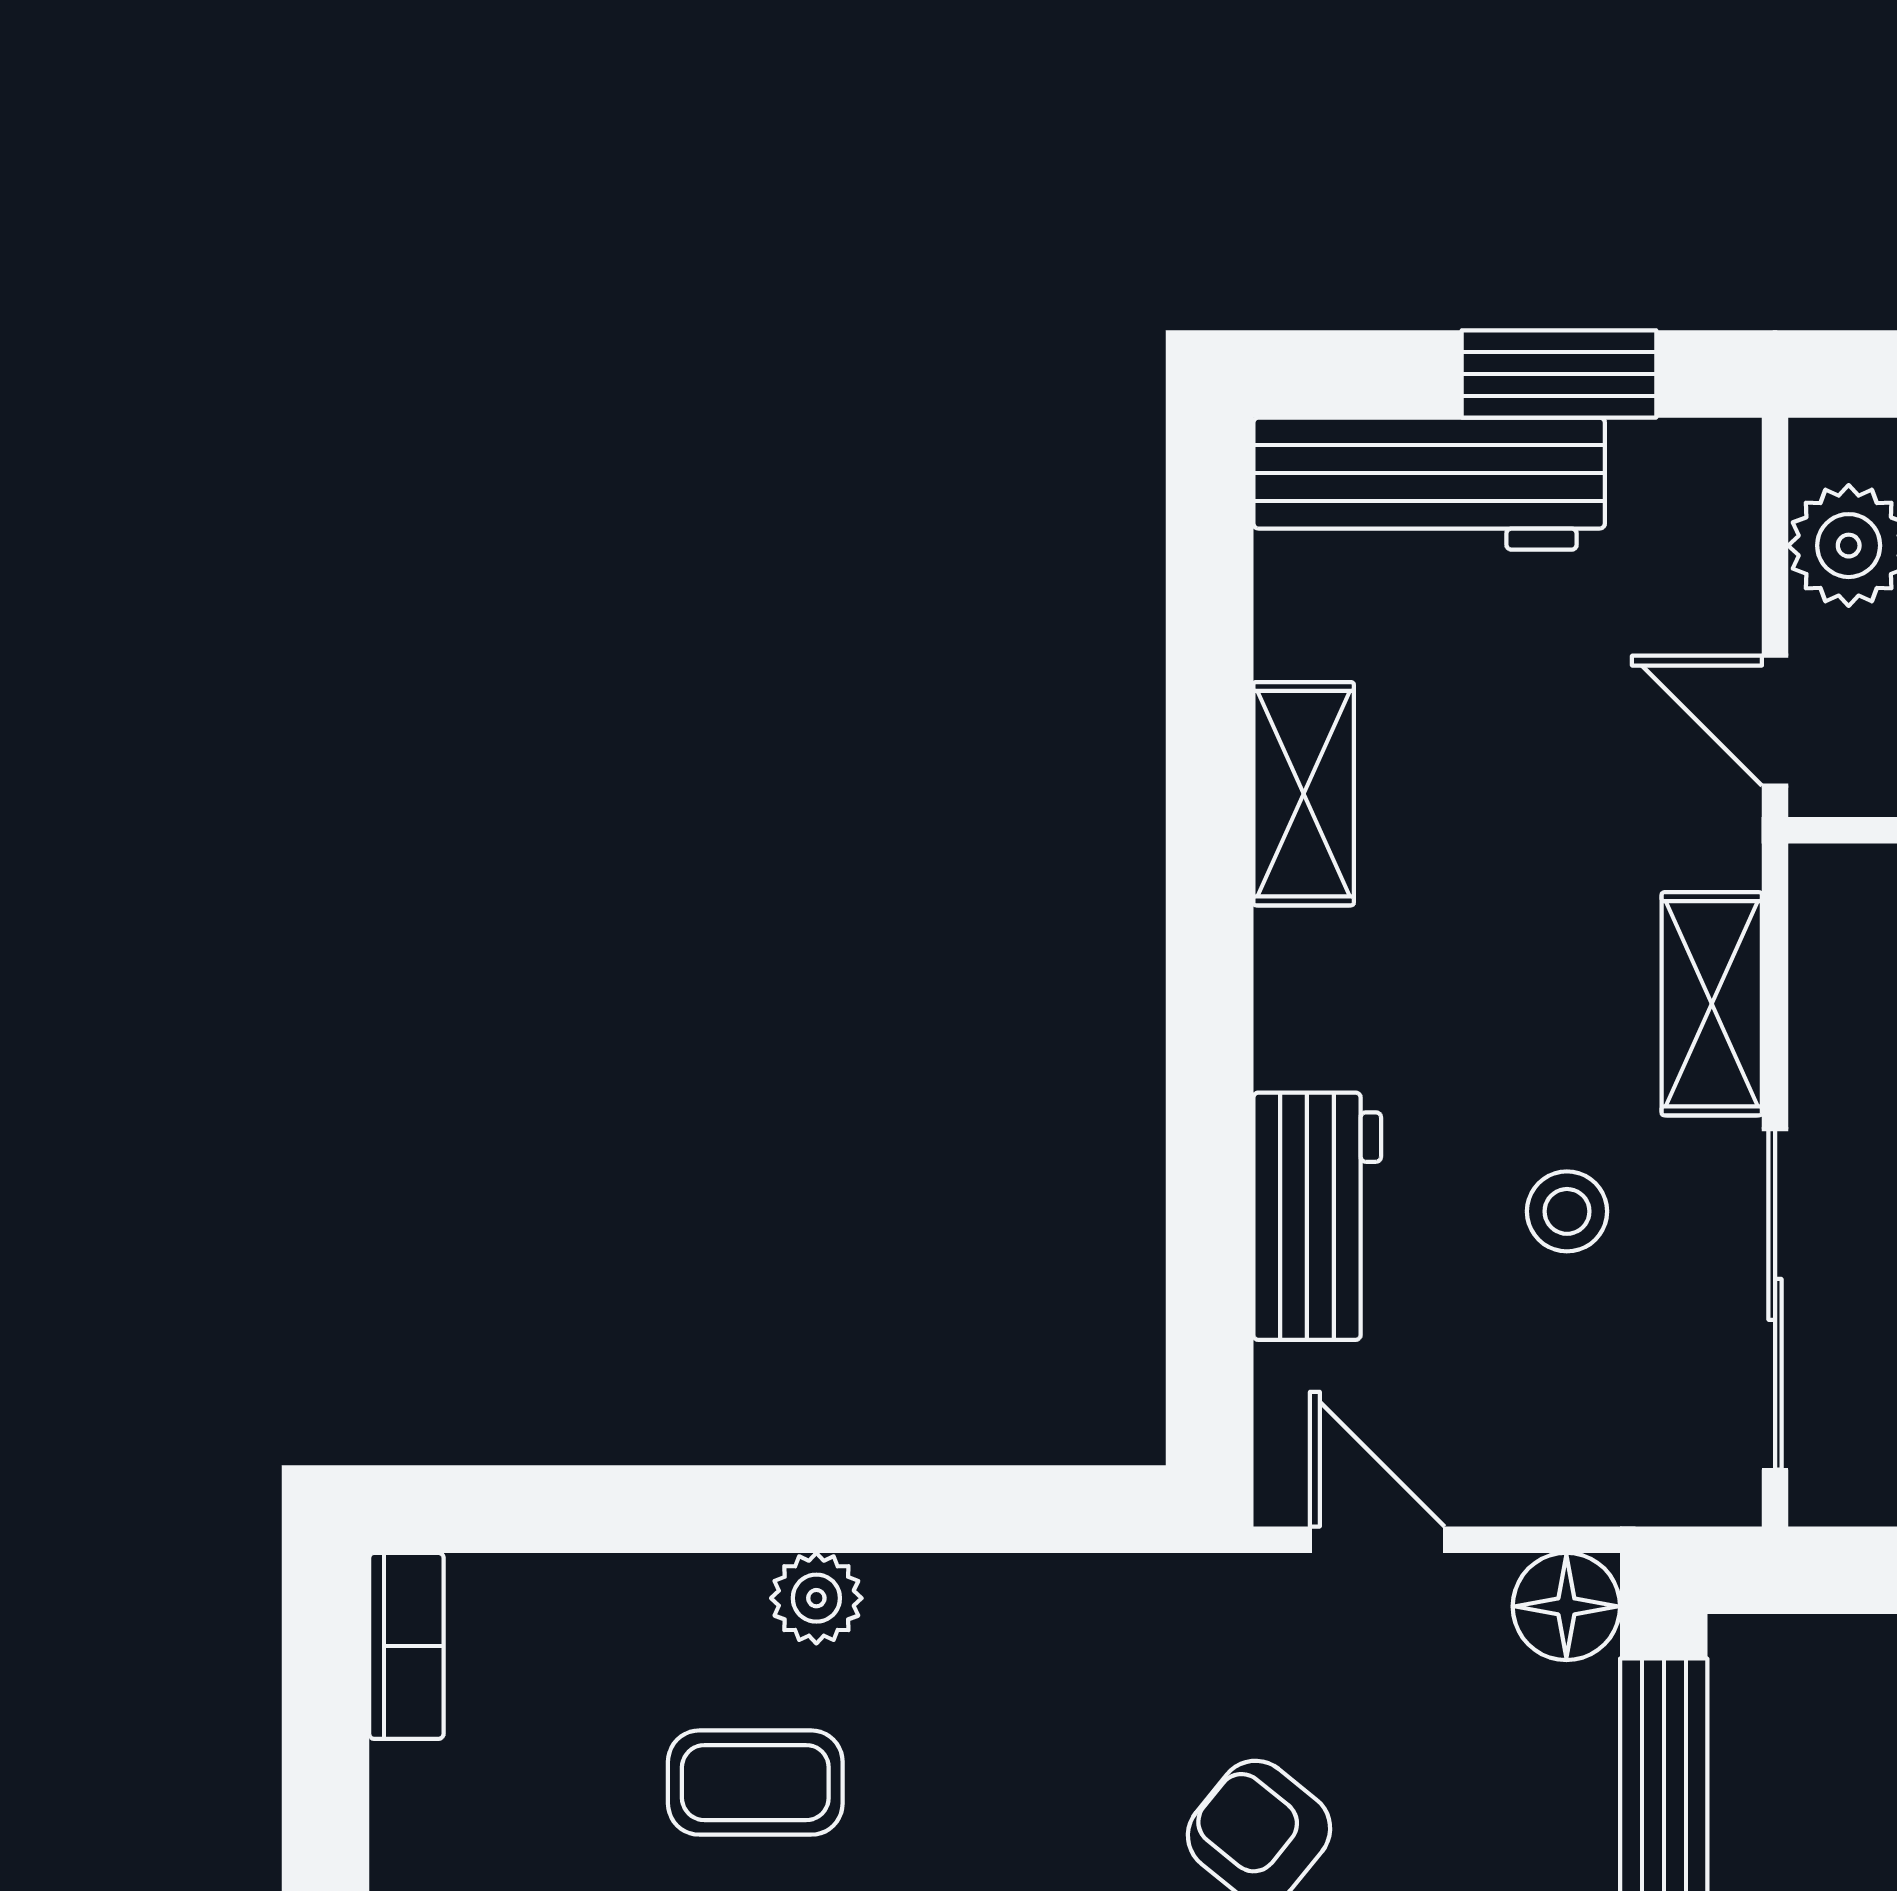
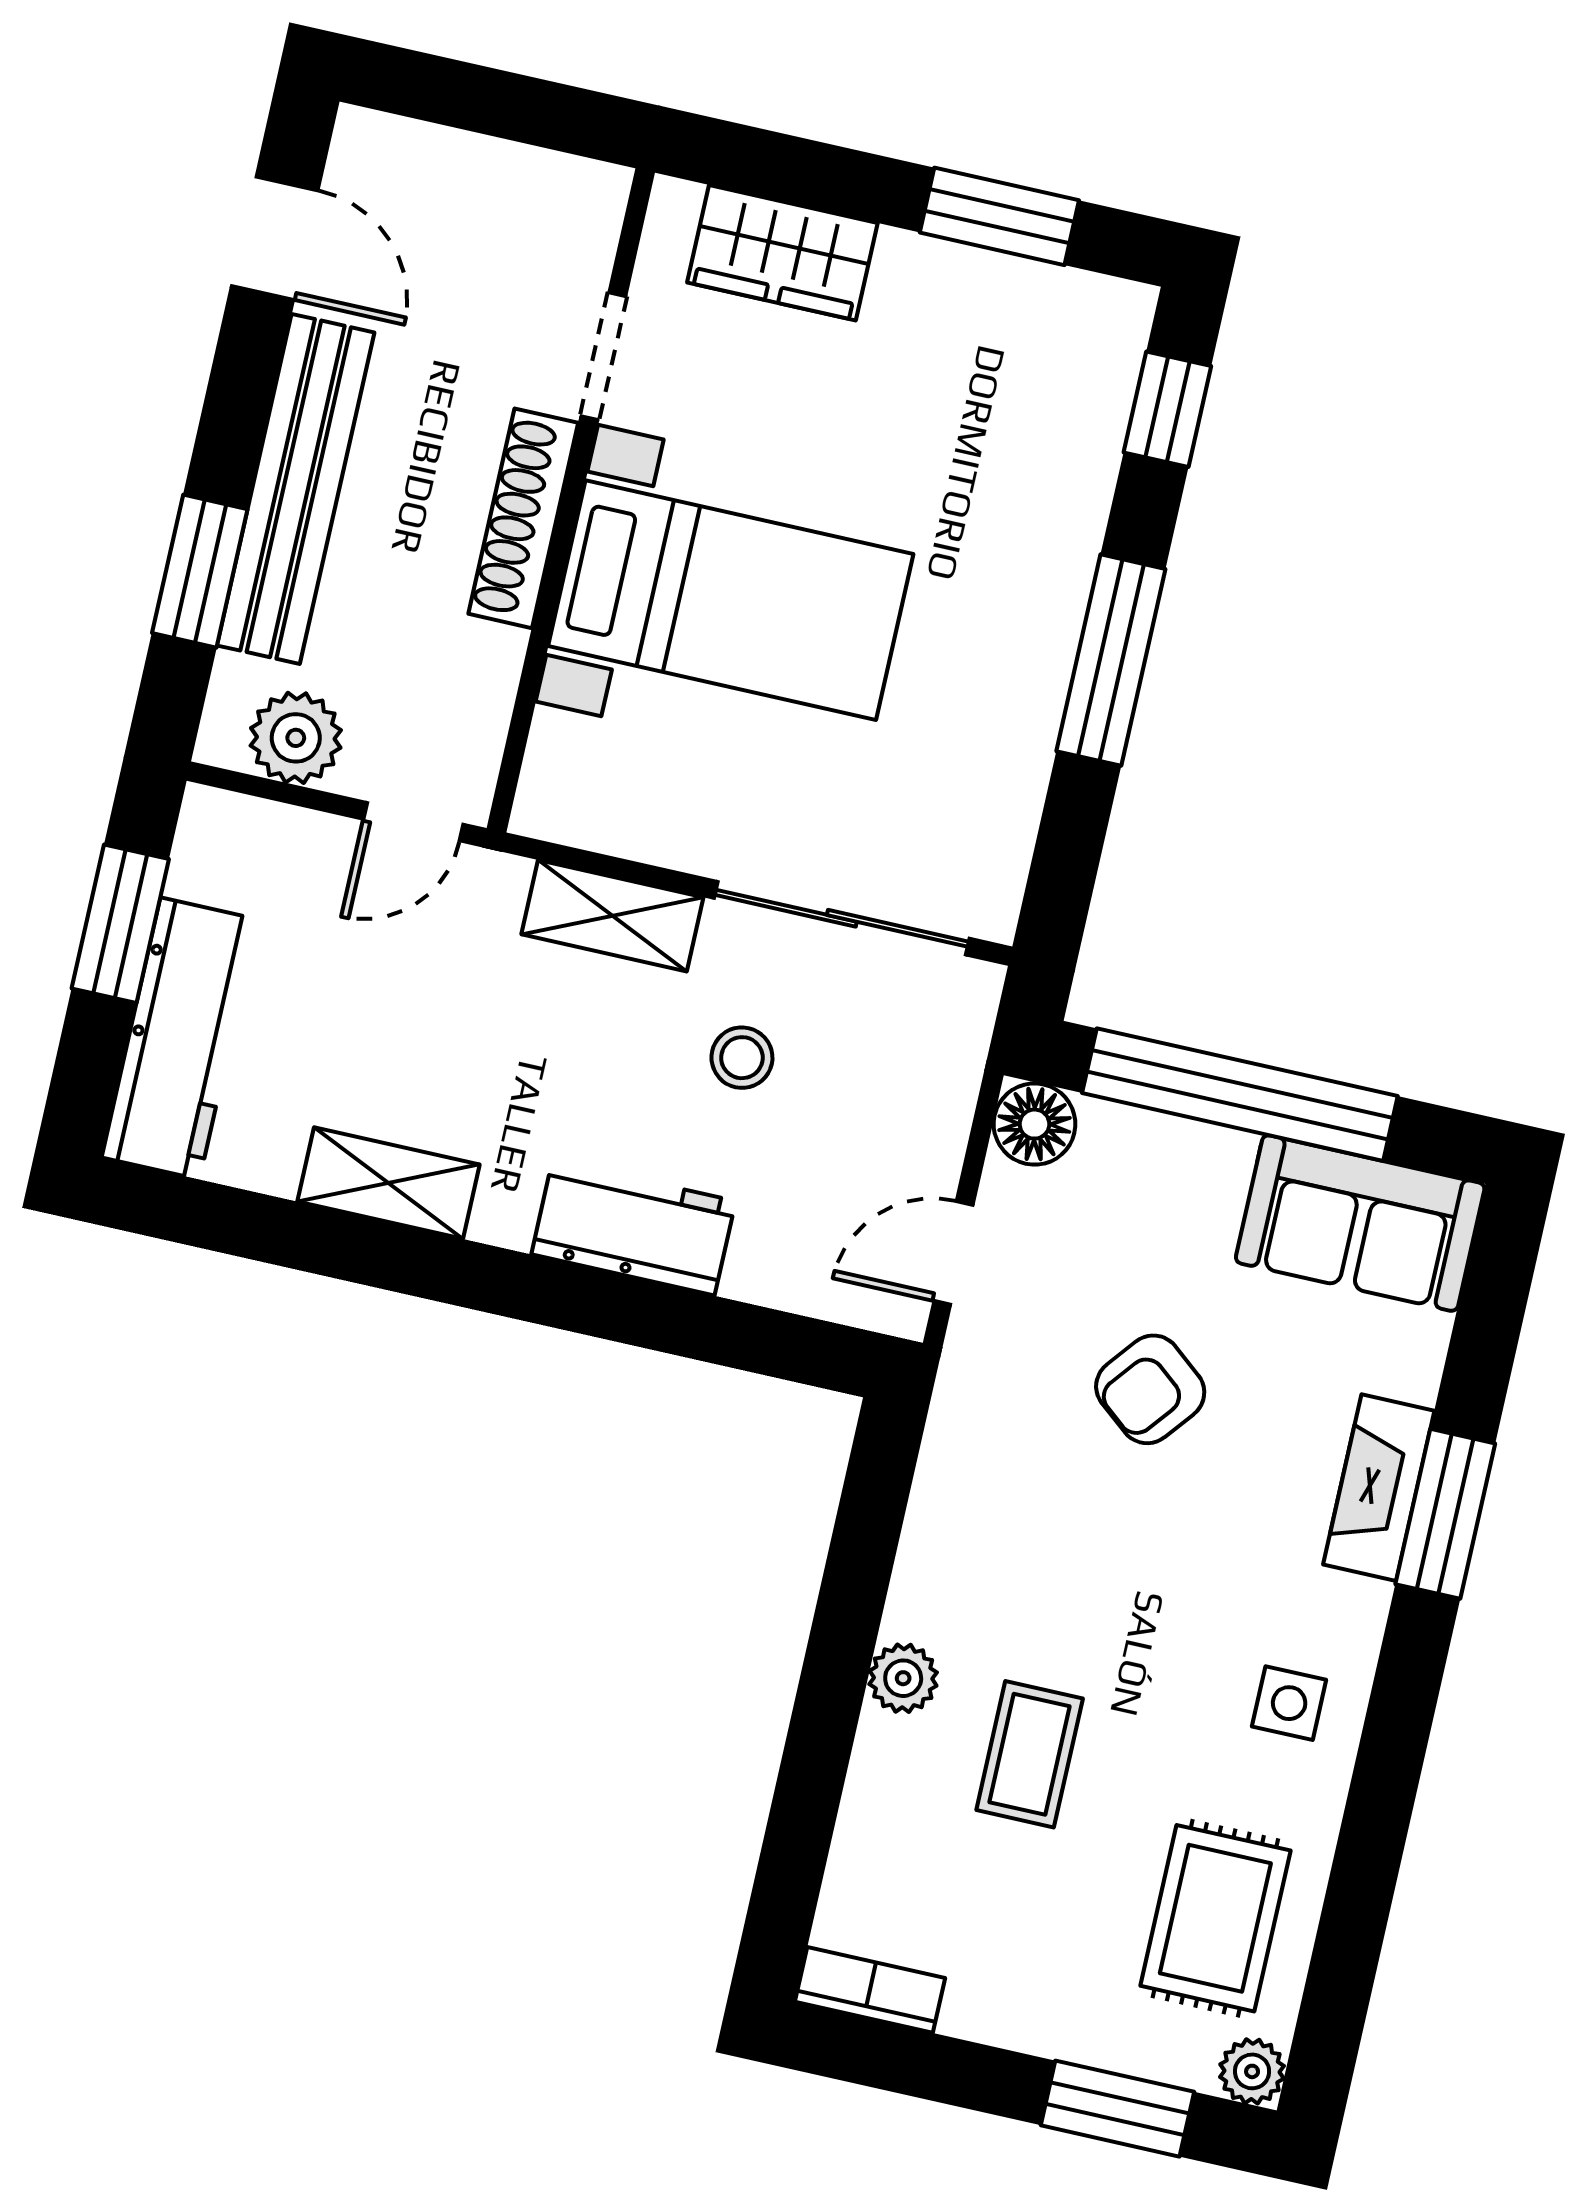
workbench: (1317, 1216) -> (634, 1228), moved

